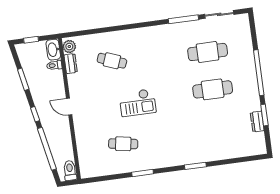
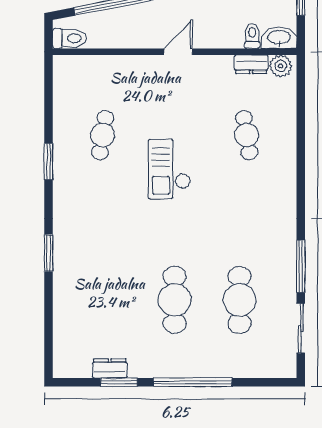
cafe table: (112, 61) -> (247, 135), turned -30

